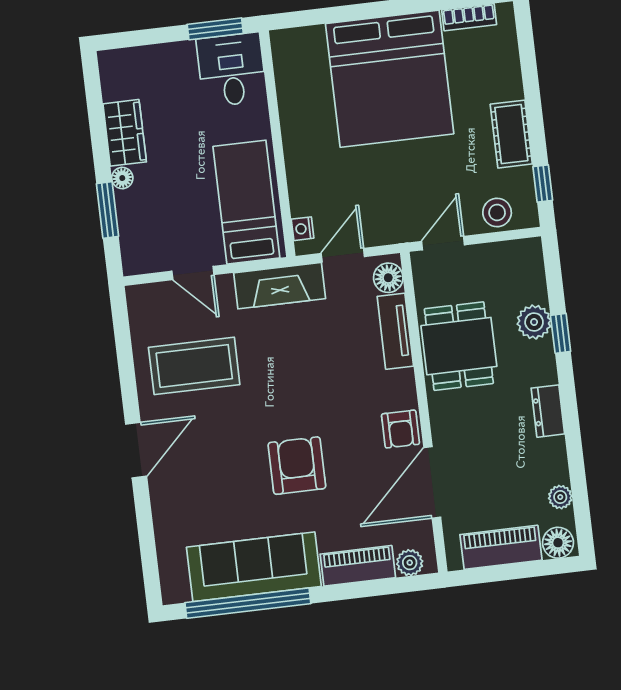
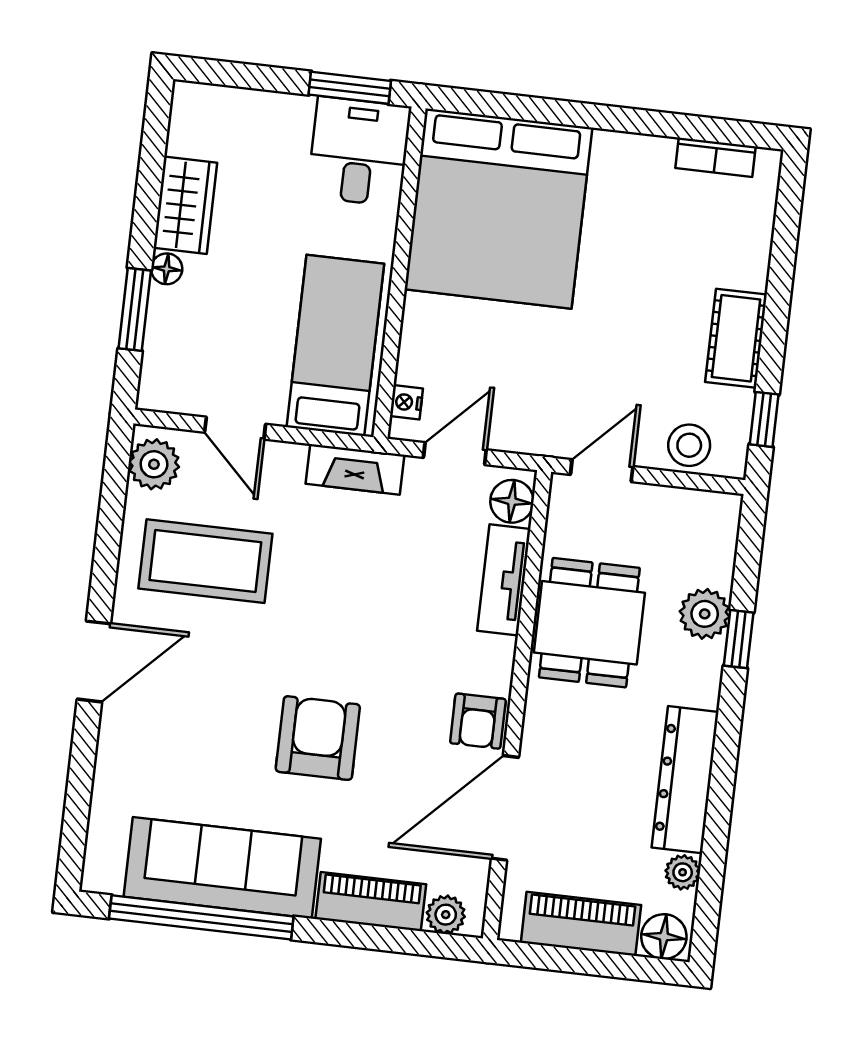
bed: (390, 79) -> (498, 208), moved
fireplace: (280, 286) -> (355, 469), width x0.73, depth x0.76
plant: (145, 310) -> (154, 464), added
dresser: (548, 411) -> (685, 780), width x1.96, depth x1.24

